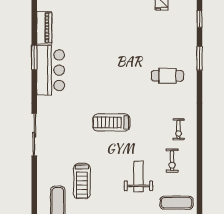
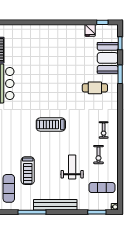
booth: (184, 38) -> (108, 58), added

